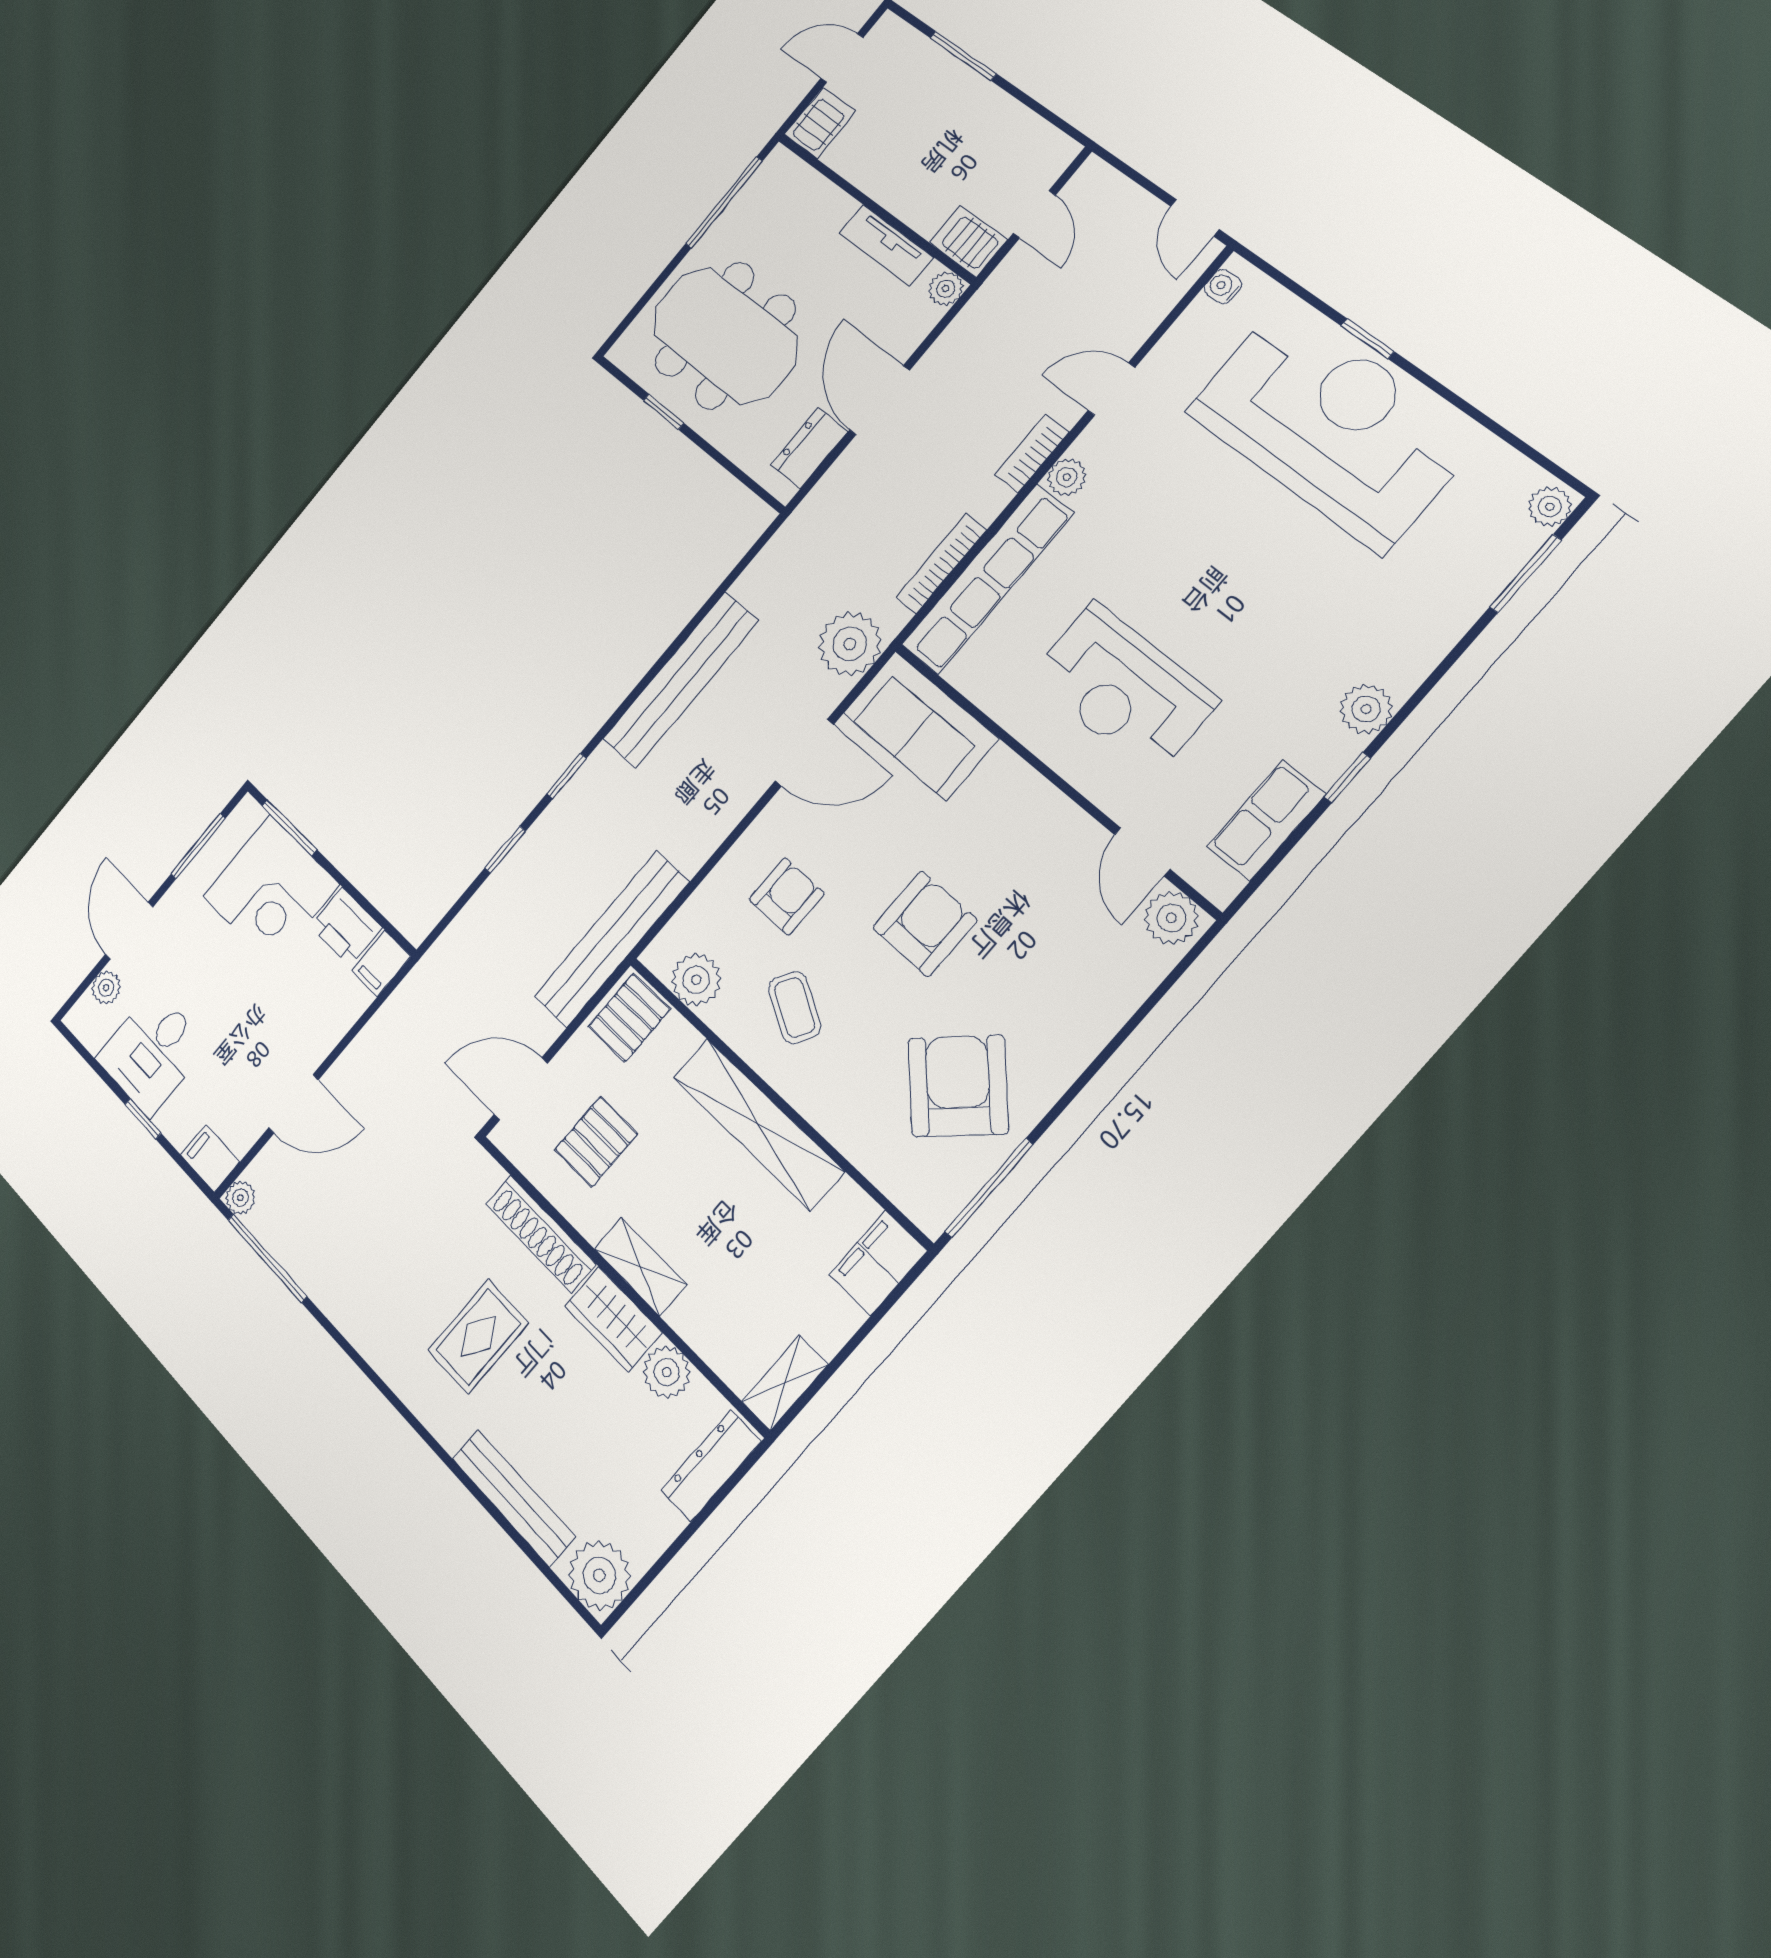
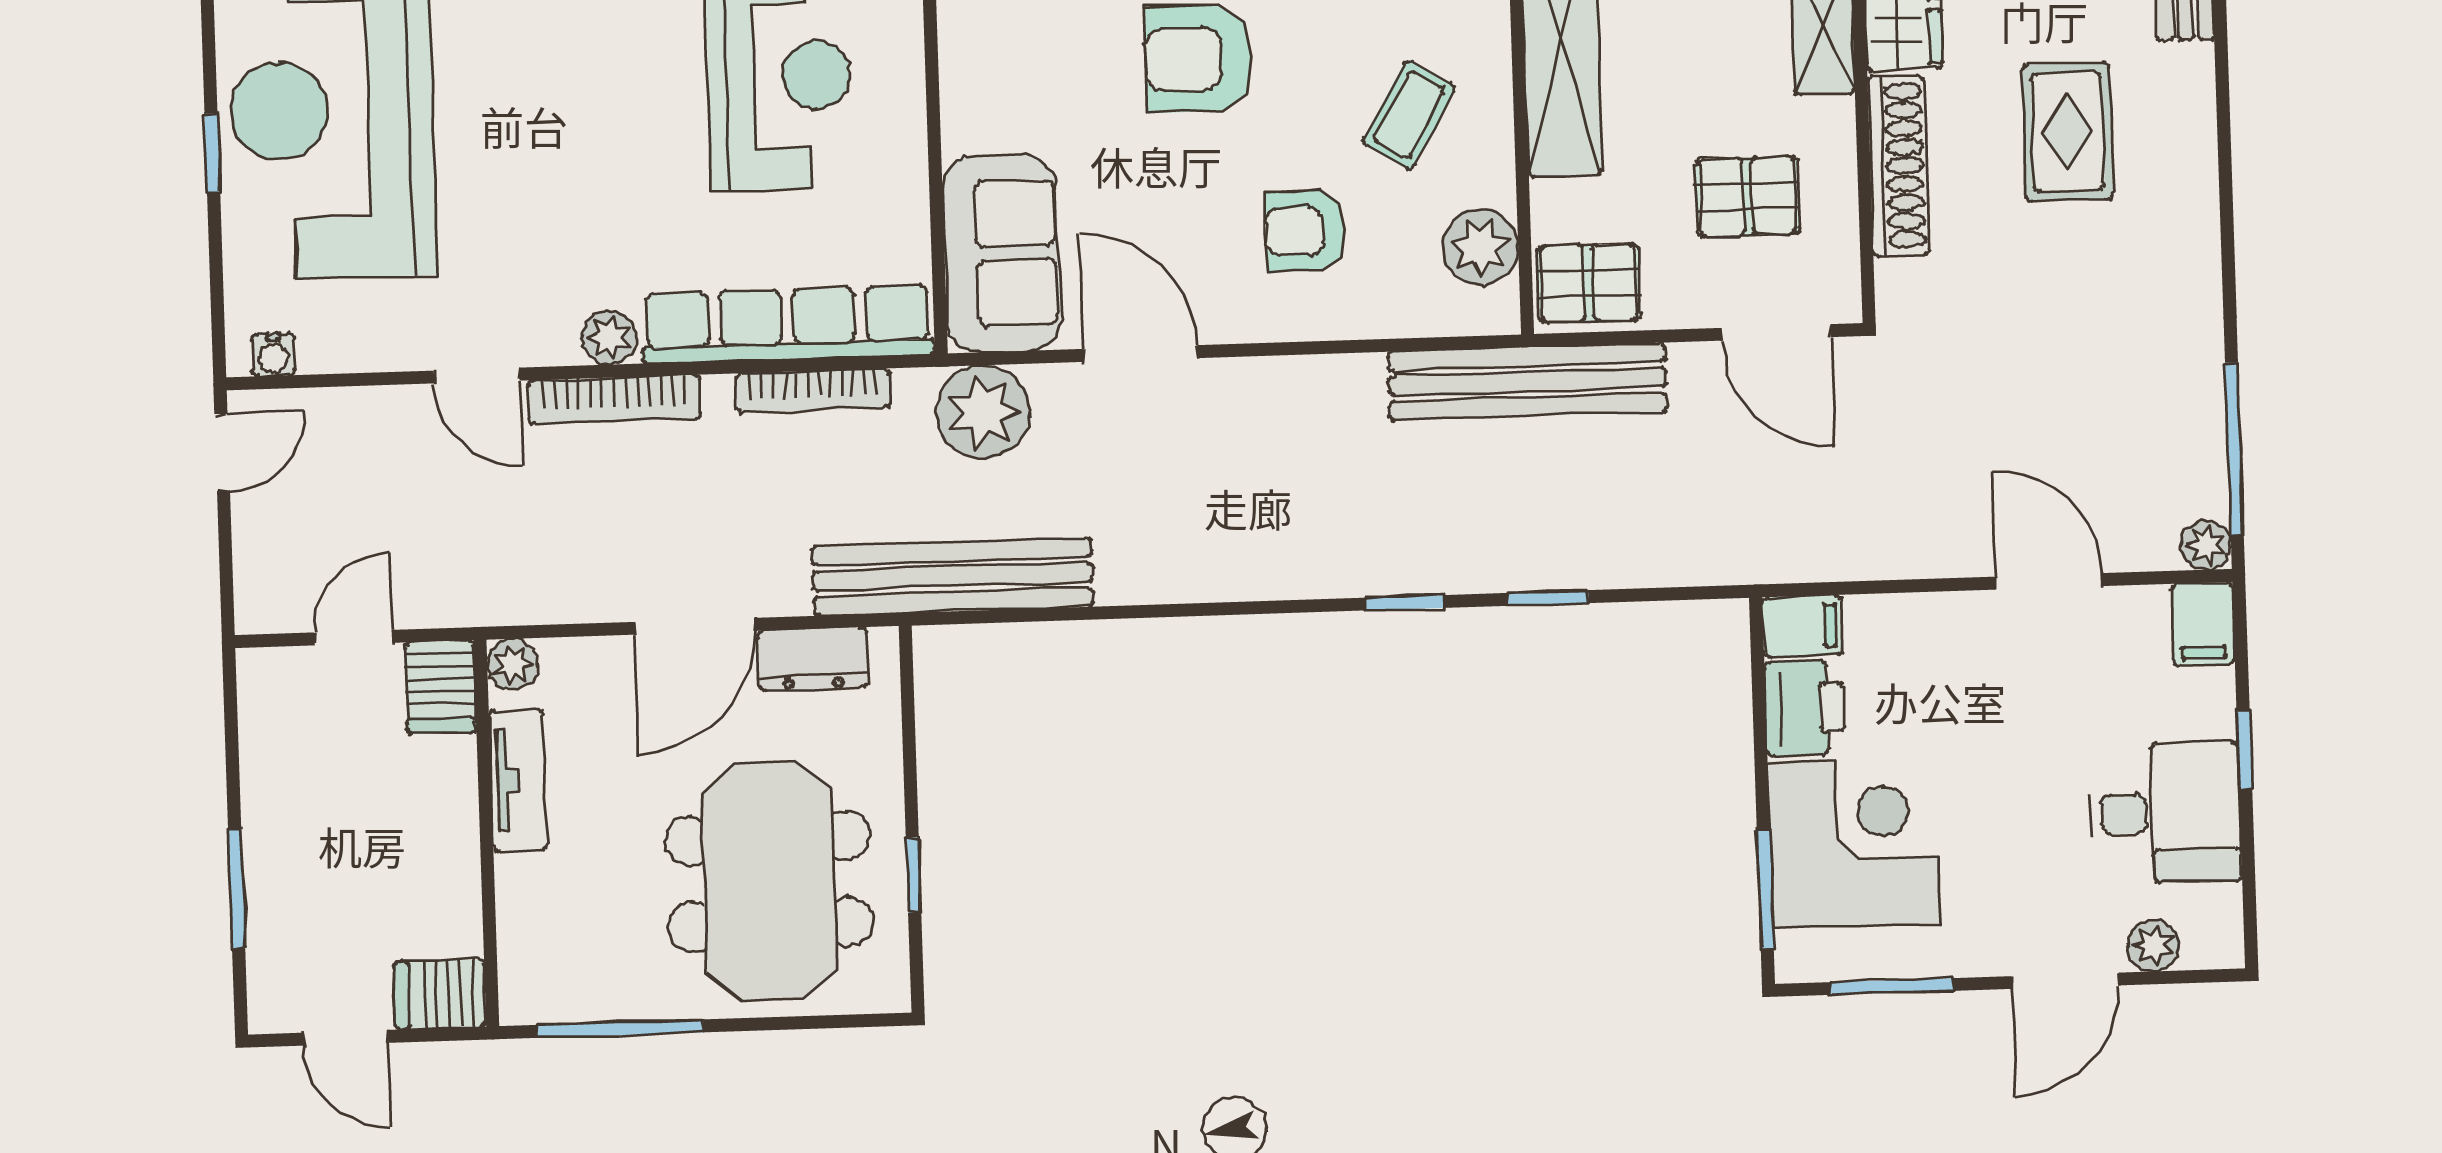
bookcase: (1032, 453) -> (614, 399), width x1.56
bench: (680, 680) -> (953, 577), moved
rug: (478, 1337) -> (2068, 132), turned 90

